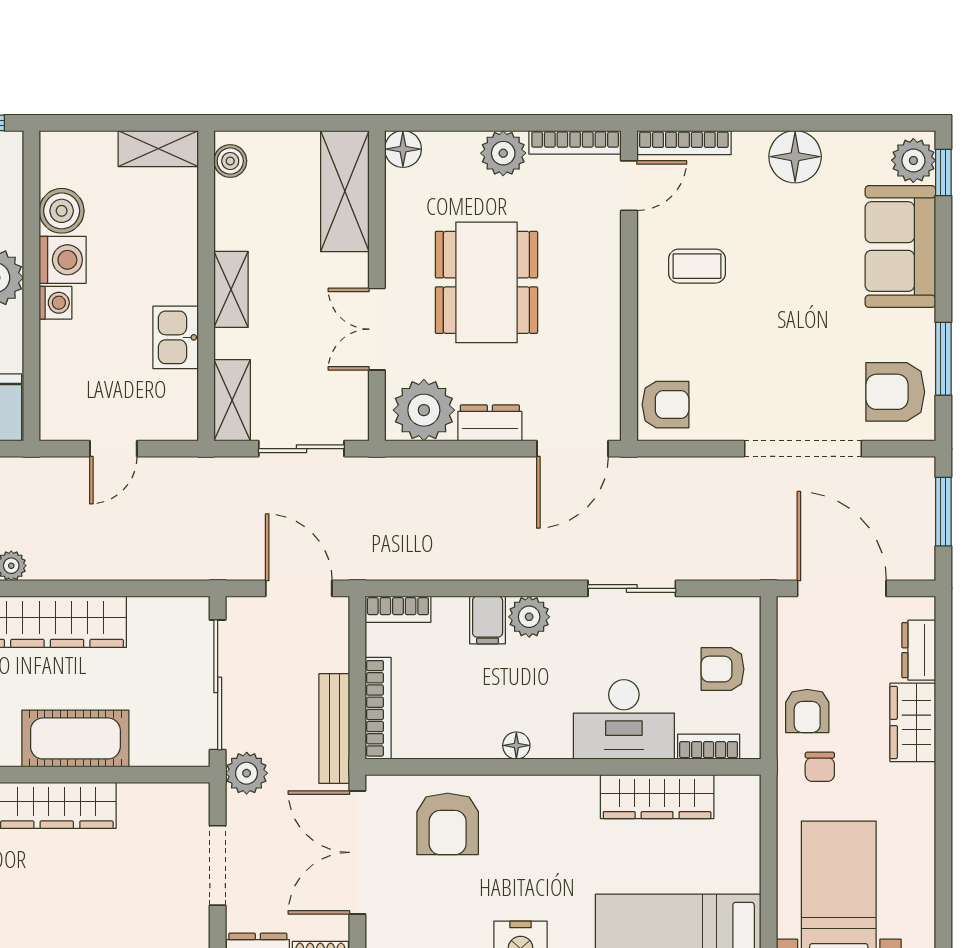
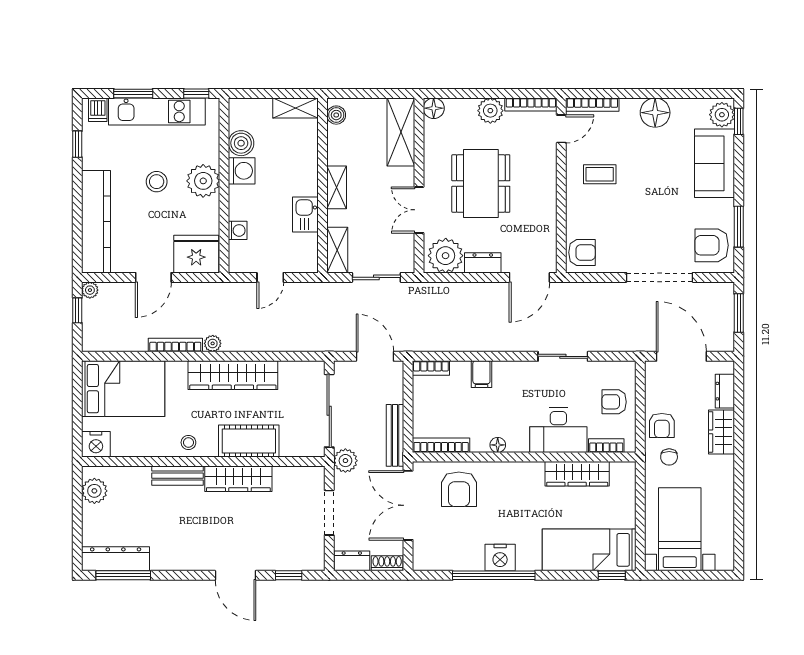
washing machine: (56, 303) -> (238, 230), moved
plant: (529, 617) -> (505, 372), removed
bookcase: (378, 708) -> (441, 445), moved, turned -90

